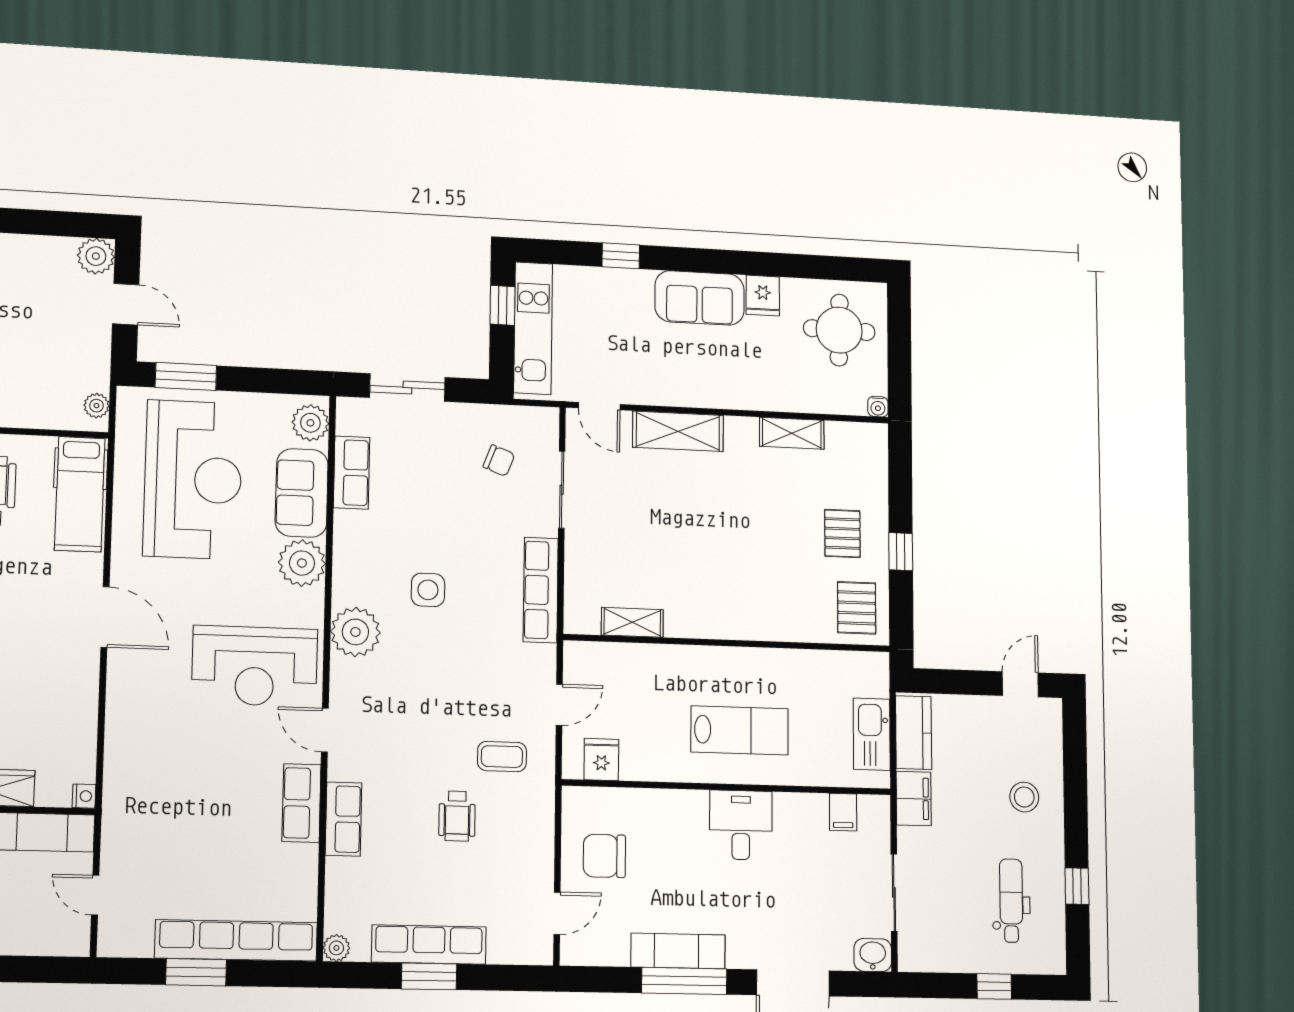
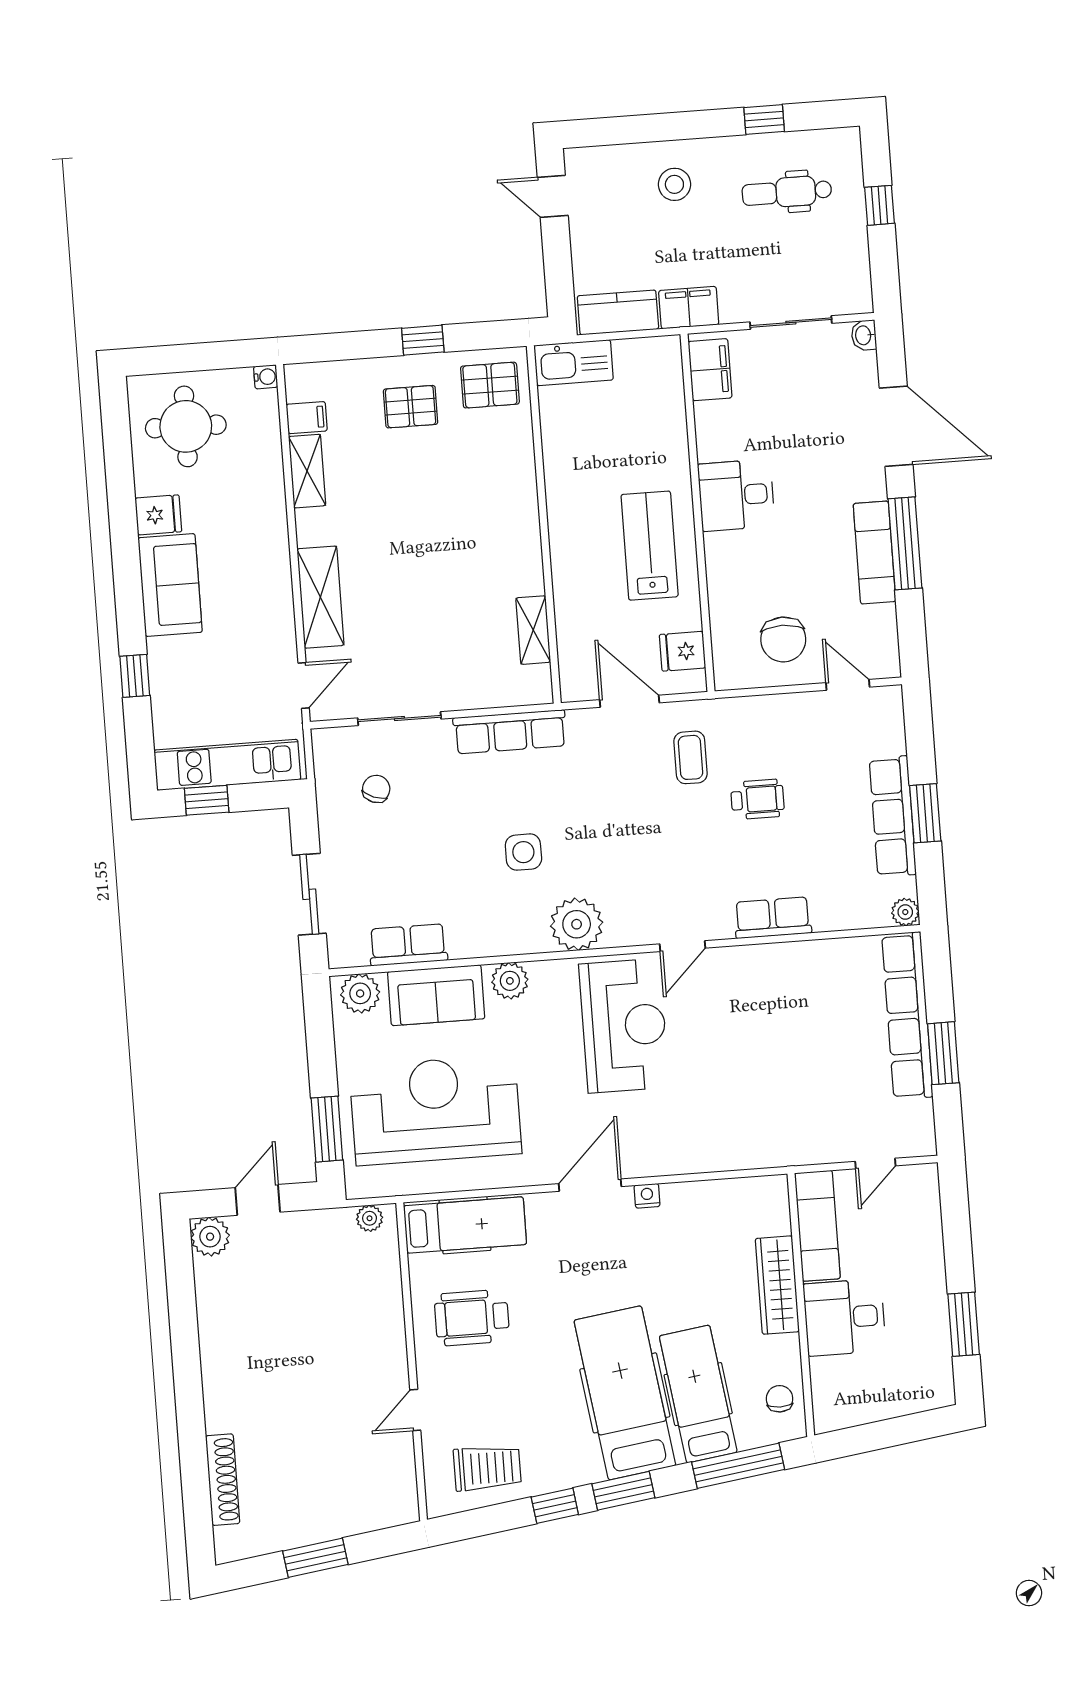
filing cabinet: (839, 439) -> (307, 418), added
plant: (302, 563) -> (510, 981), width x0.73, depth x0.73
door: (559, 705) -> (630, 701), width x1.38
lab bench: (740, 730) -> (650, 546), moved
kitchen sink: (872, 734) -> (573, 363), moved
nightstand: (84, 796) -> (647, 1196), moved
row of seats: (301, 803) -> (761, 963), removed
filing cabinet: (843, 812) -> (710, 370), width x2.00
washbasin: (873, 955) -> (864, 335), width x0.72, depth x0.69

